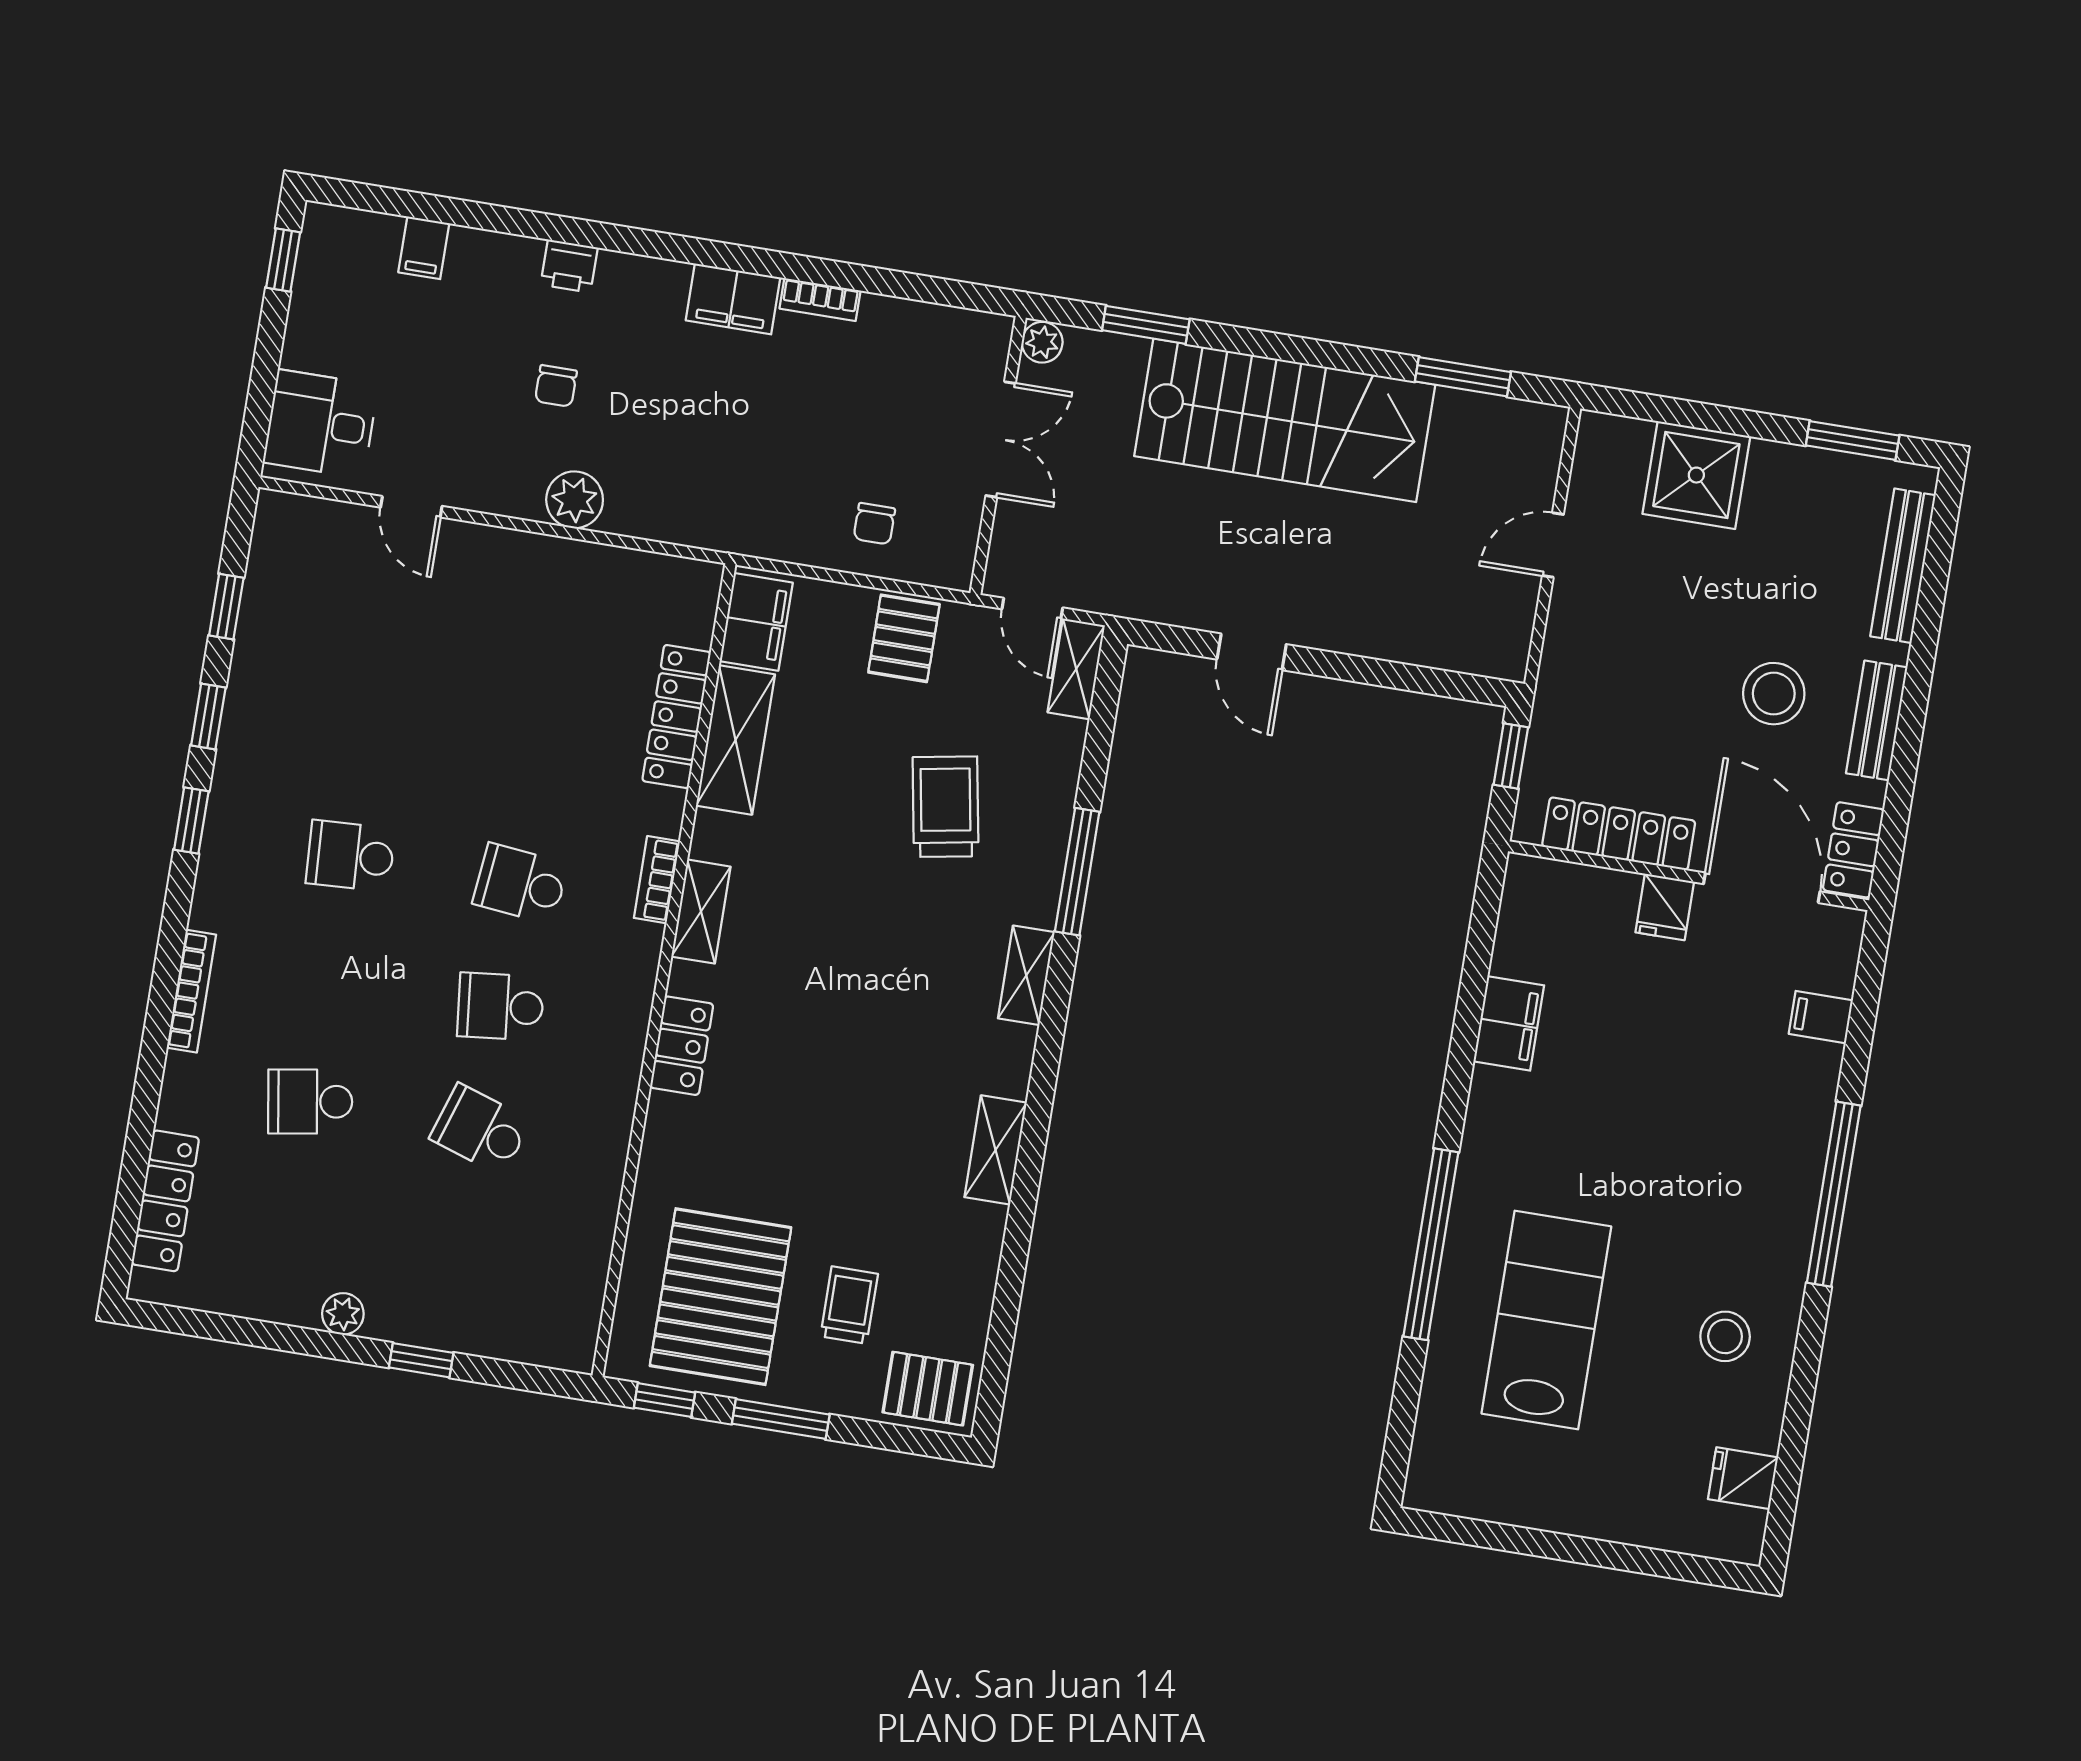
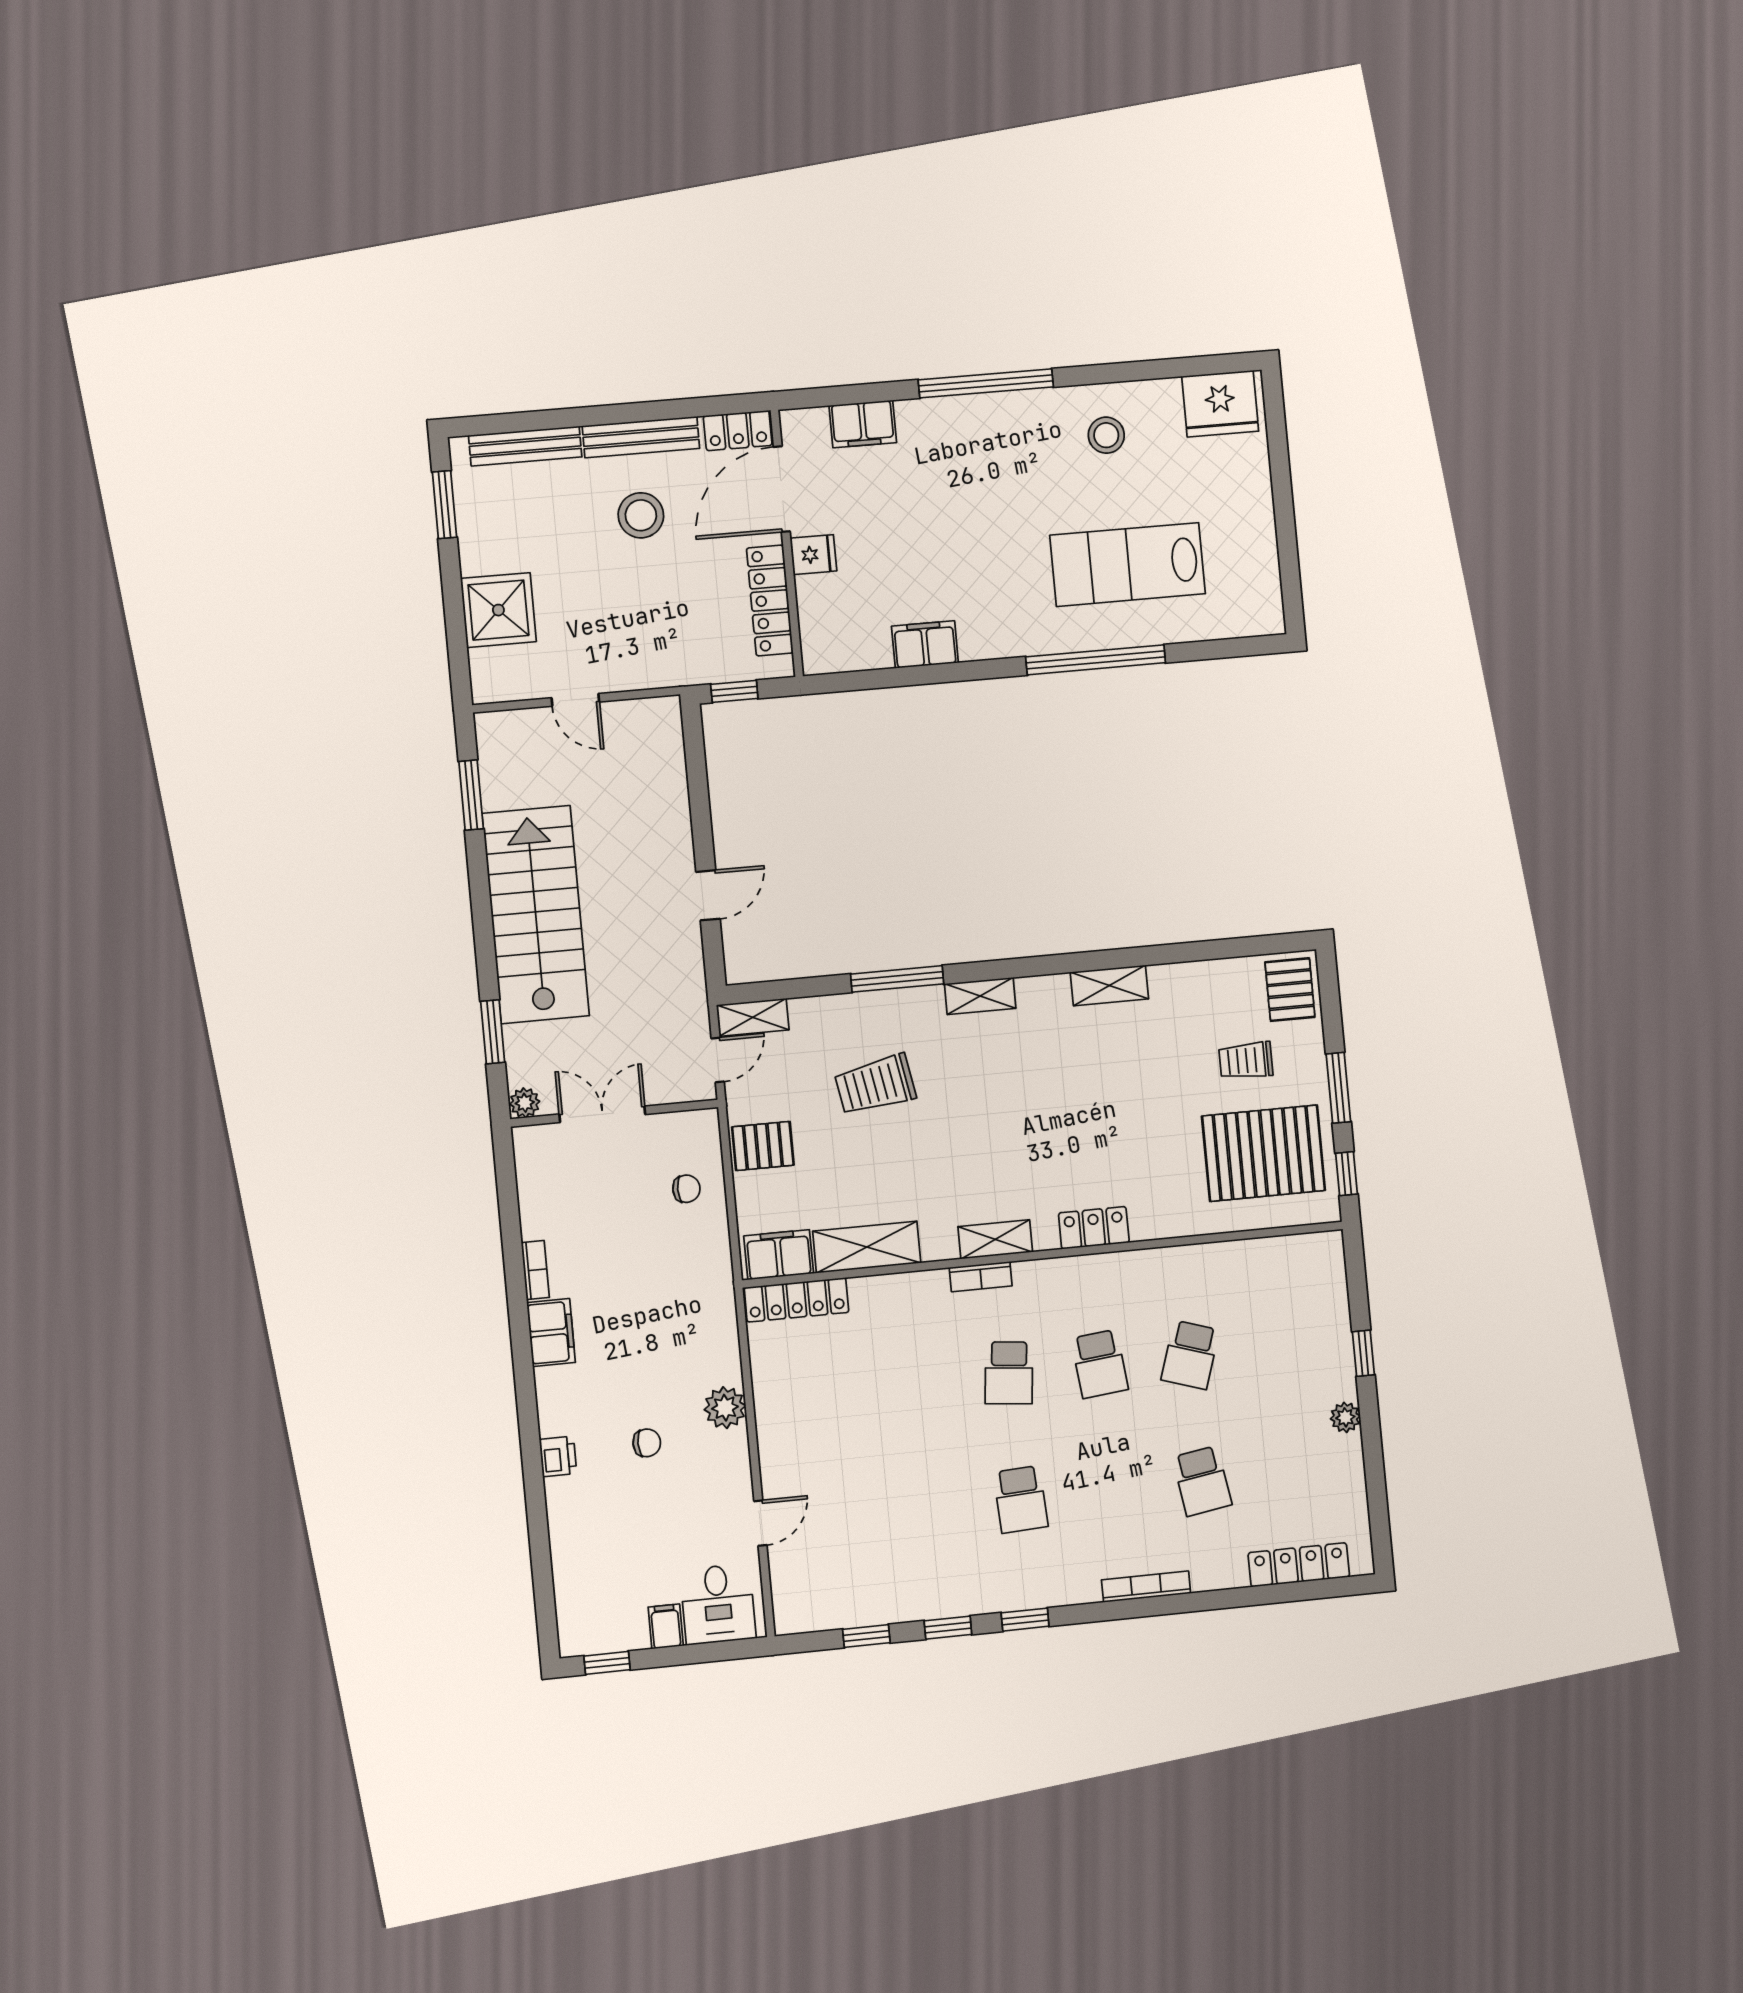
filing cabinet: (424, 248) -> (666, 1626), moved, turned -90
locker: (676, 717) -> (797, 1300), moved
bench: (1877, 720) -> (641, 437), width x1.36
filing cabinet: (1821, 1017) -> (863, 424), width x2.00
fridge: (1743, 1478) -> (1220, 404), width x1.88, depth x1.34

